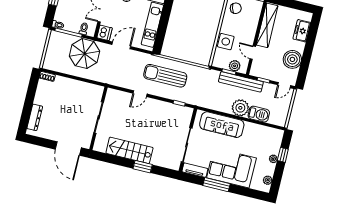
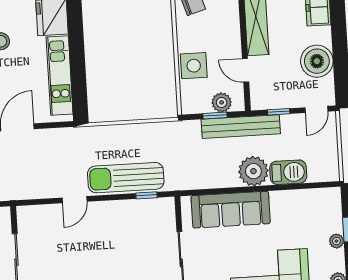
sun lounger: (165, 76) -> (126, 178), moved

